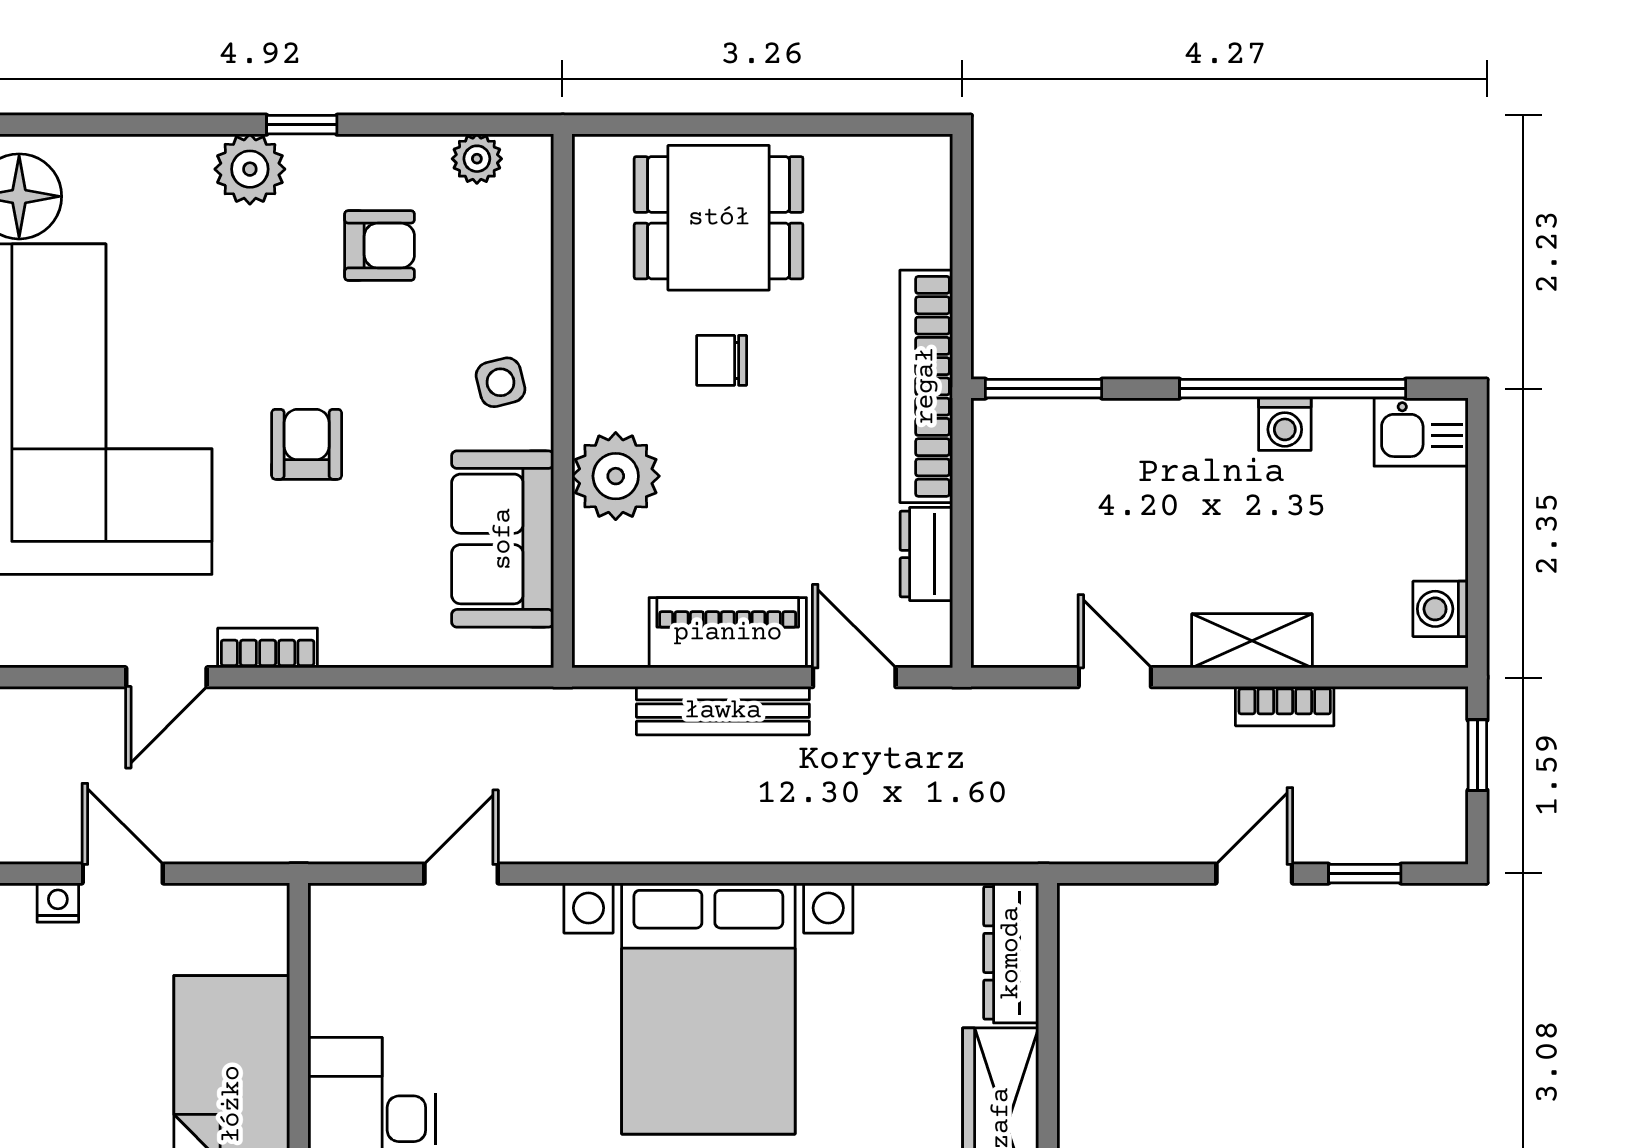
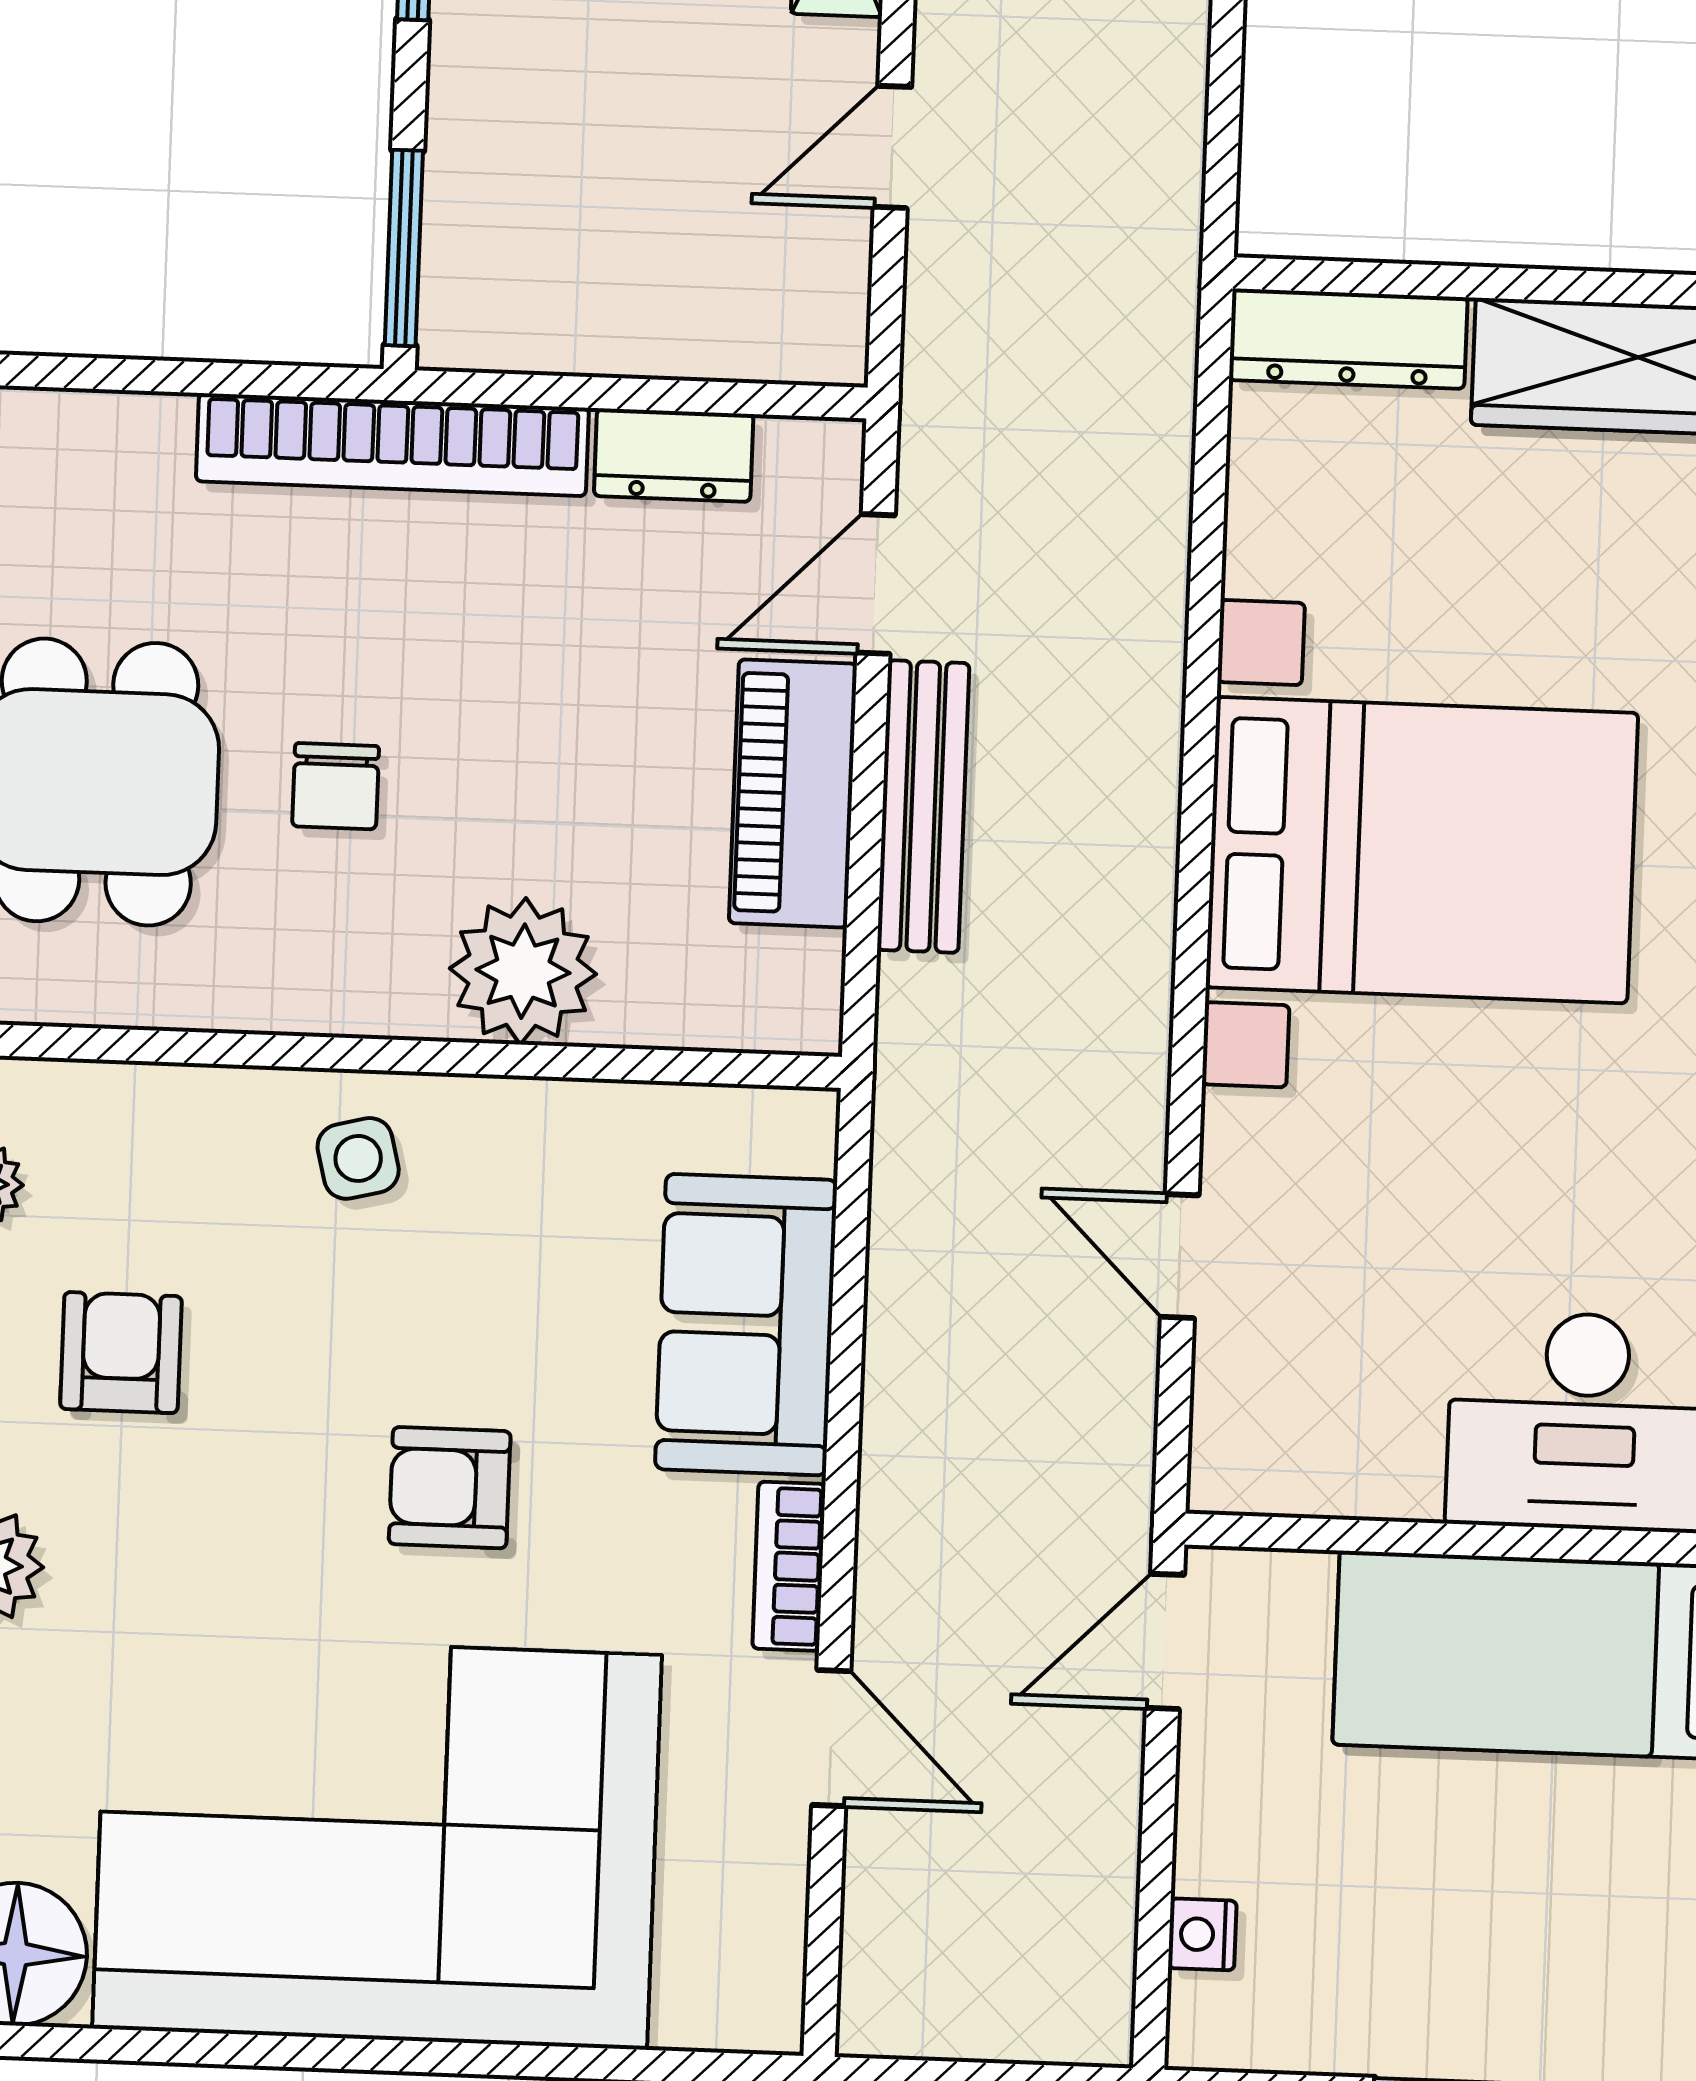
sofa: (503, 539) -> (746, 1325), moved, turned 90
door: (123, 874) -> (1165, 1641), moved

